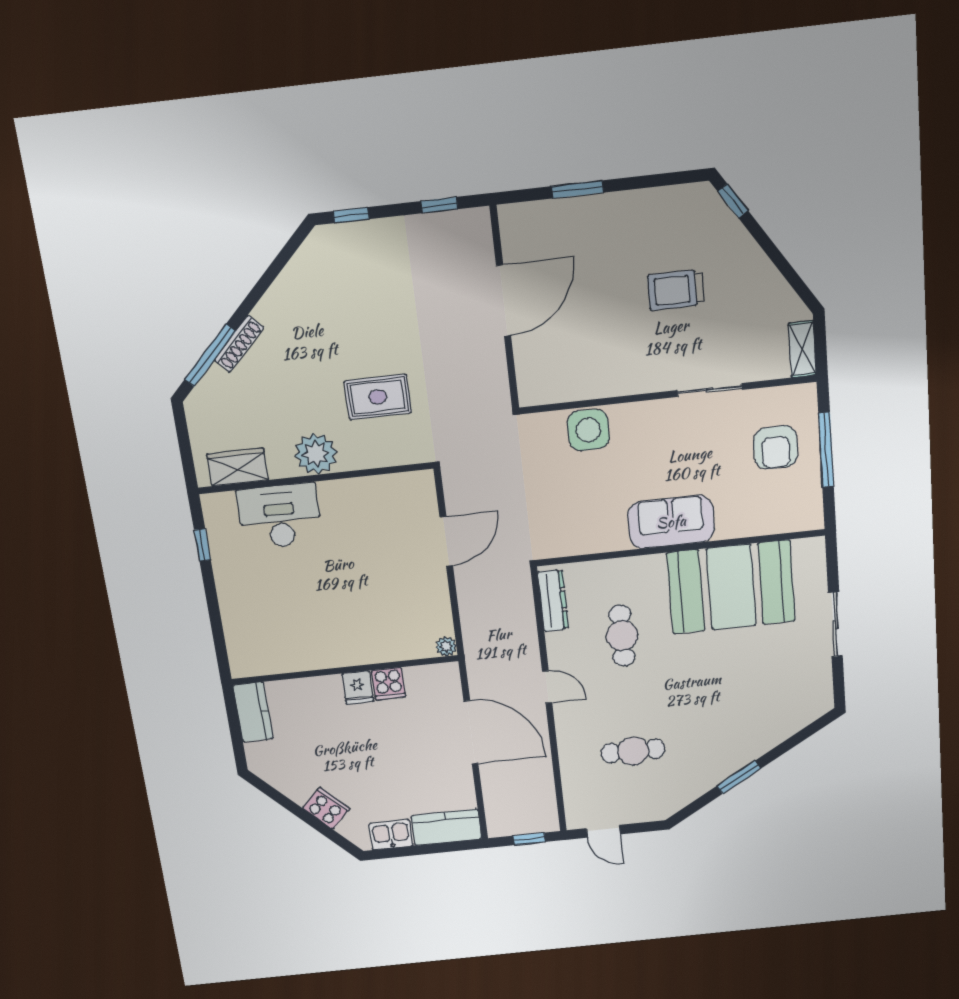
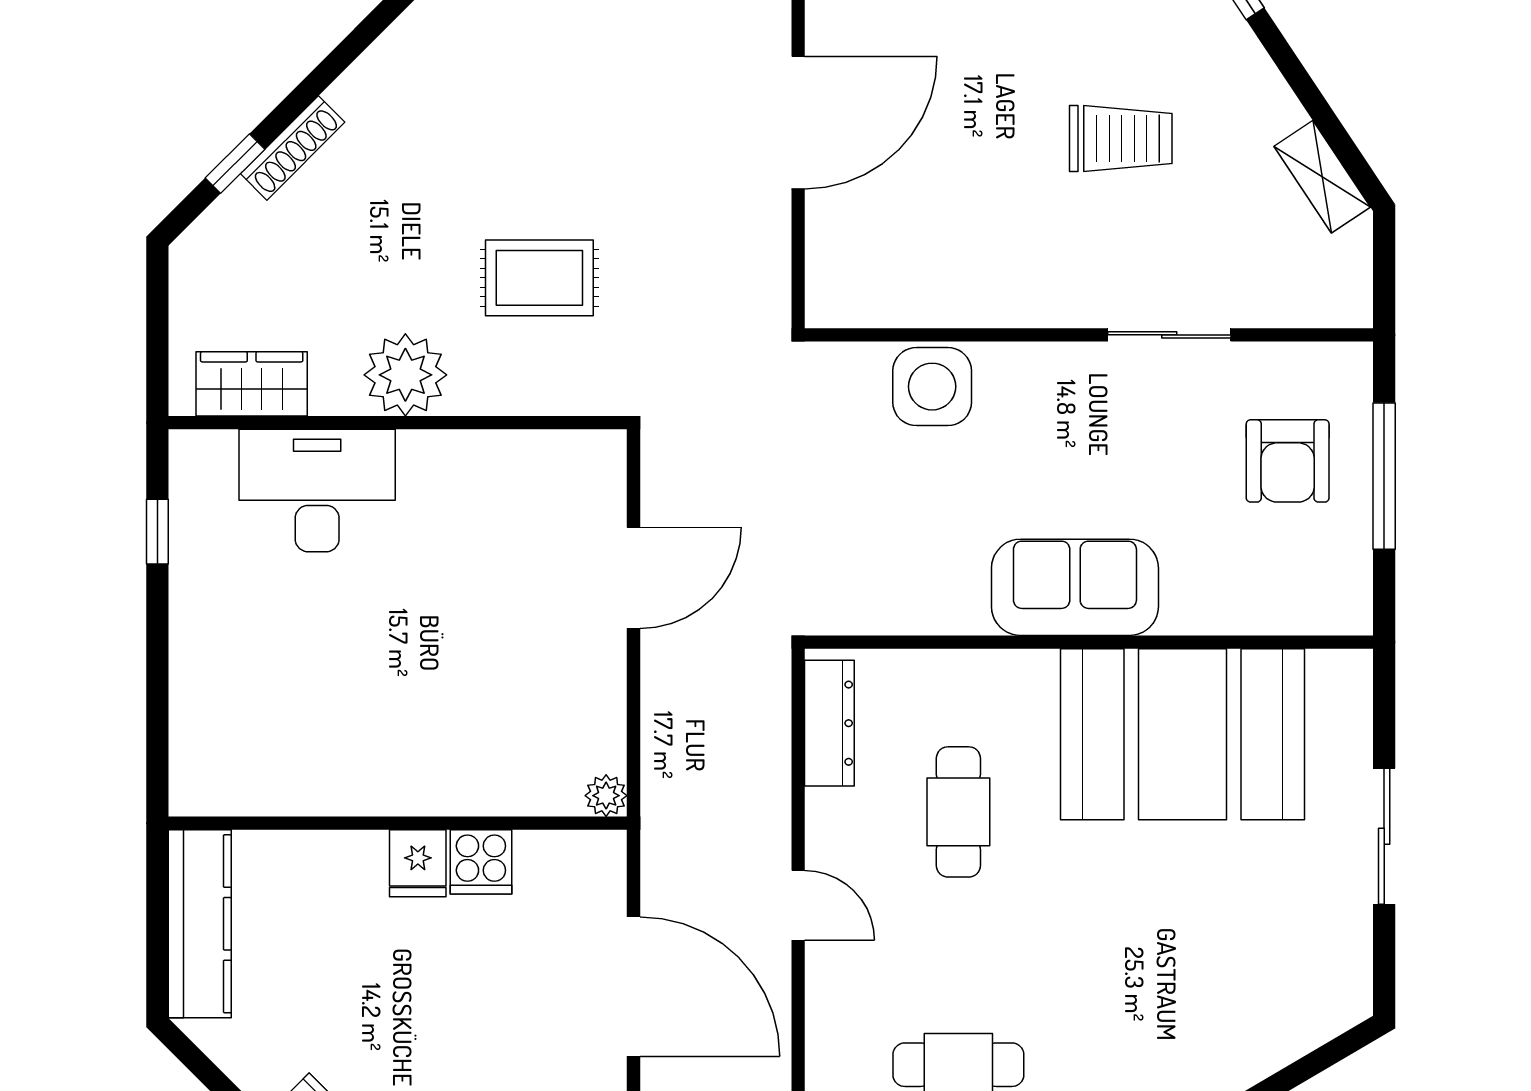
trolley: (676, 290) -> (1121, 139), turned 180
shelving: (802, 349) -> (1322, 177), moved, turned -34
window: (210, 355) -> (235, 164), width x0.46
kitchen counter: (253, 712) -> (200, 924), width x1.50

